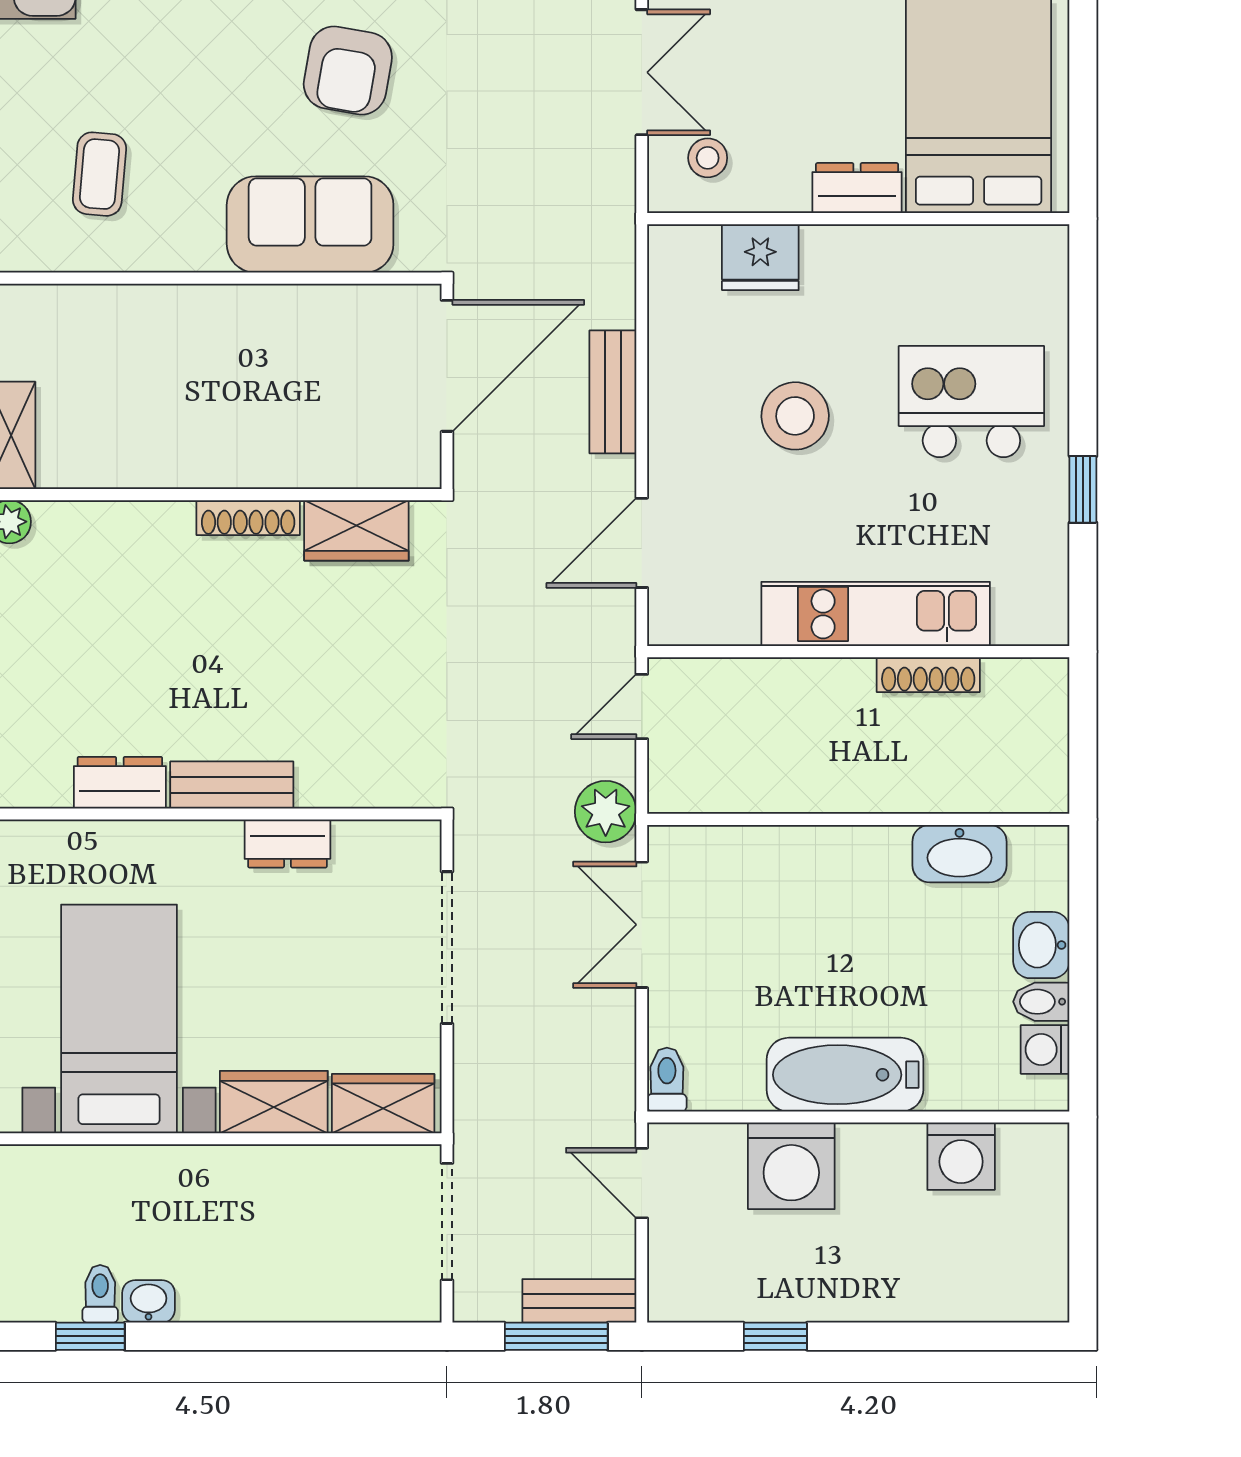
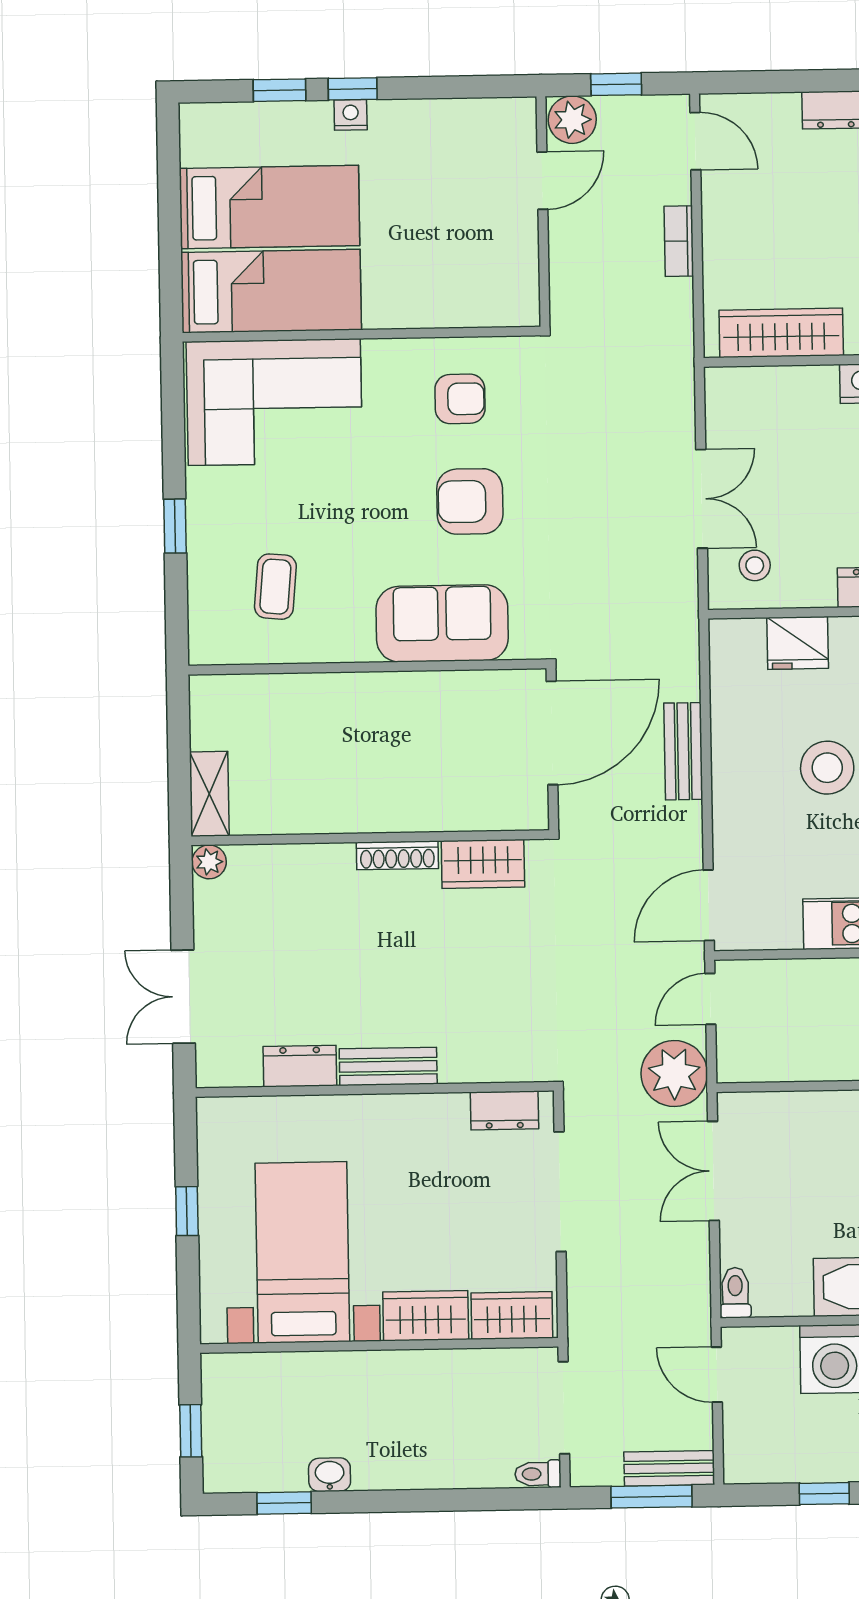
armchair: (348, 71) -> (470, 501), turned 80
door: (642, 543) -> (709, 905), moved
plant: (606, 812) -> (674, 1074), width x1.36, depth x1.36
dresser: (287, 843) -> (504, 1110), moved
toilet: (100, 1294) -> (538, 1474), moved, turned -90

